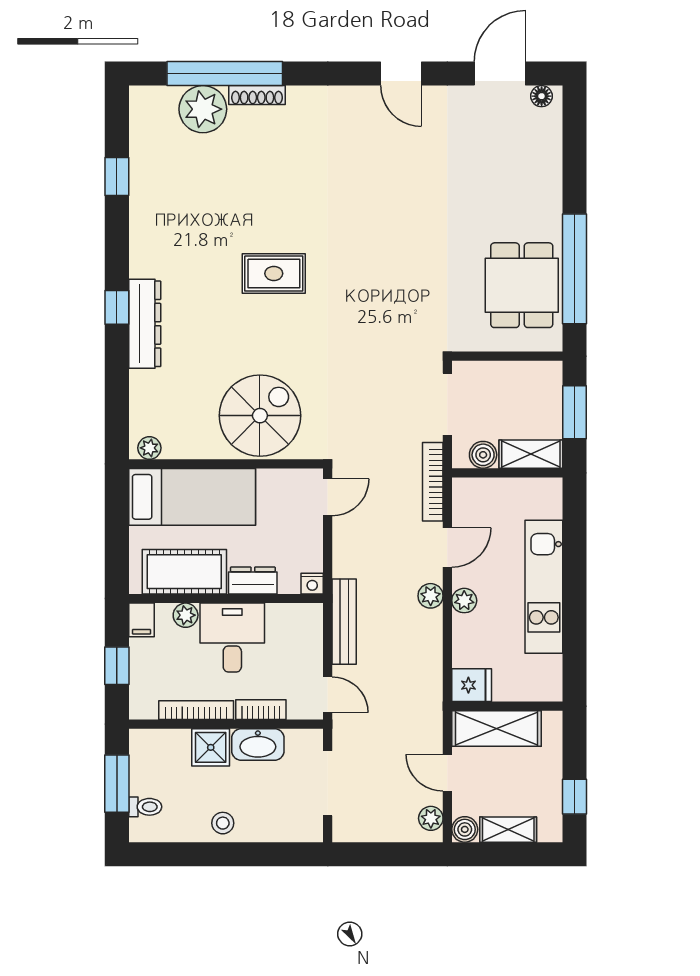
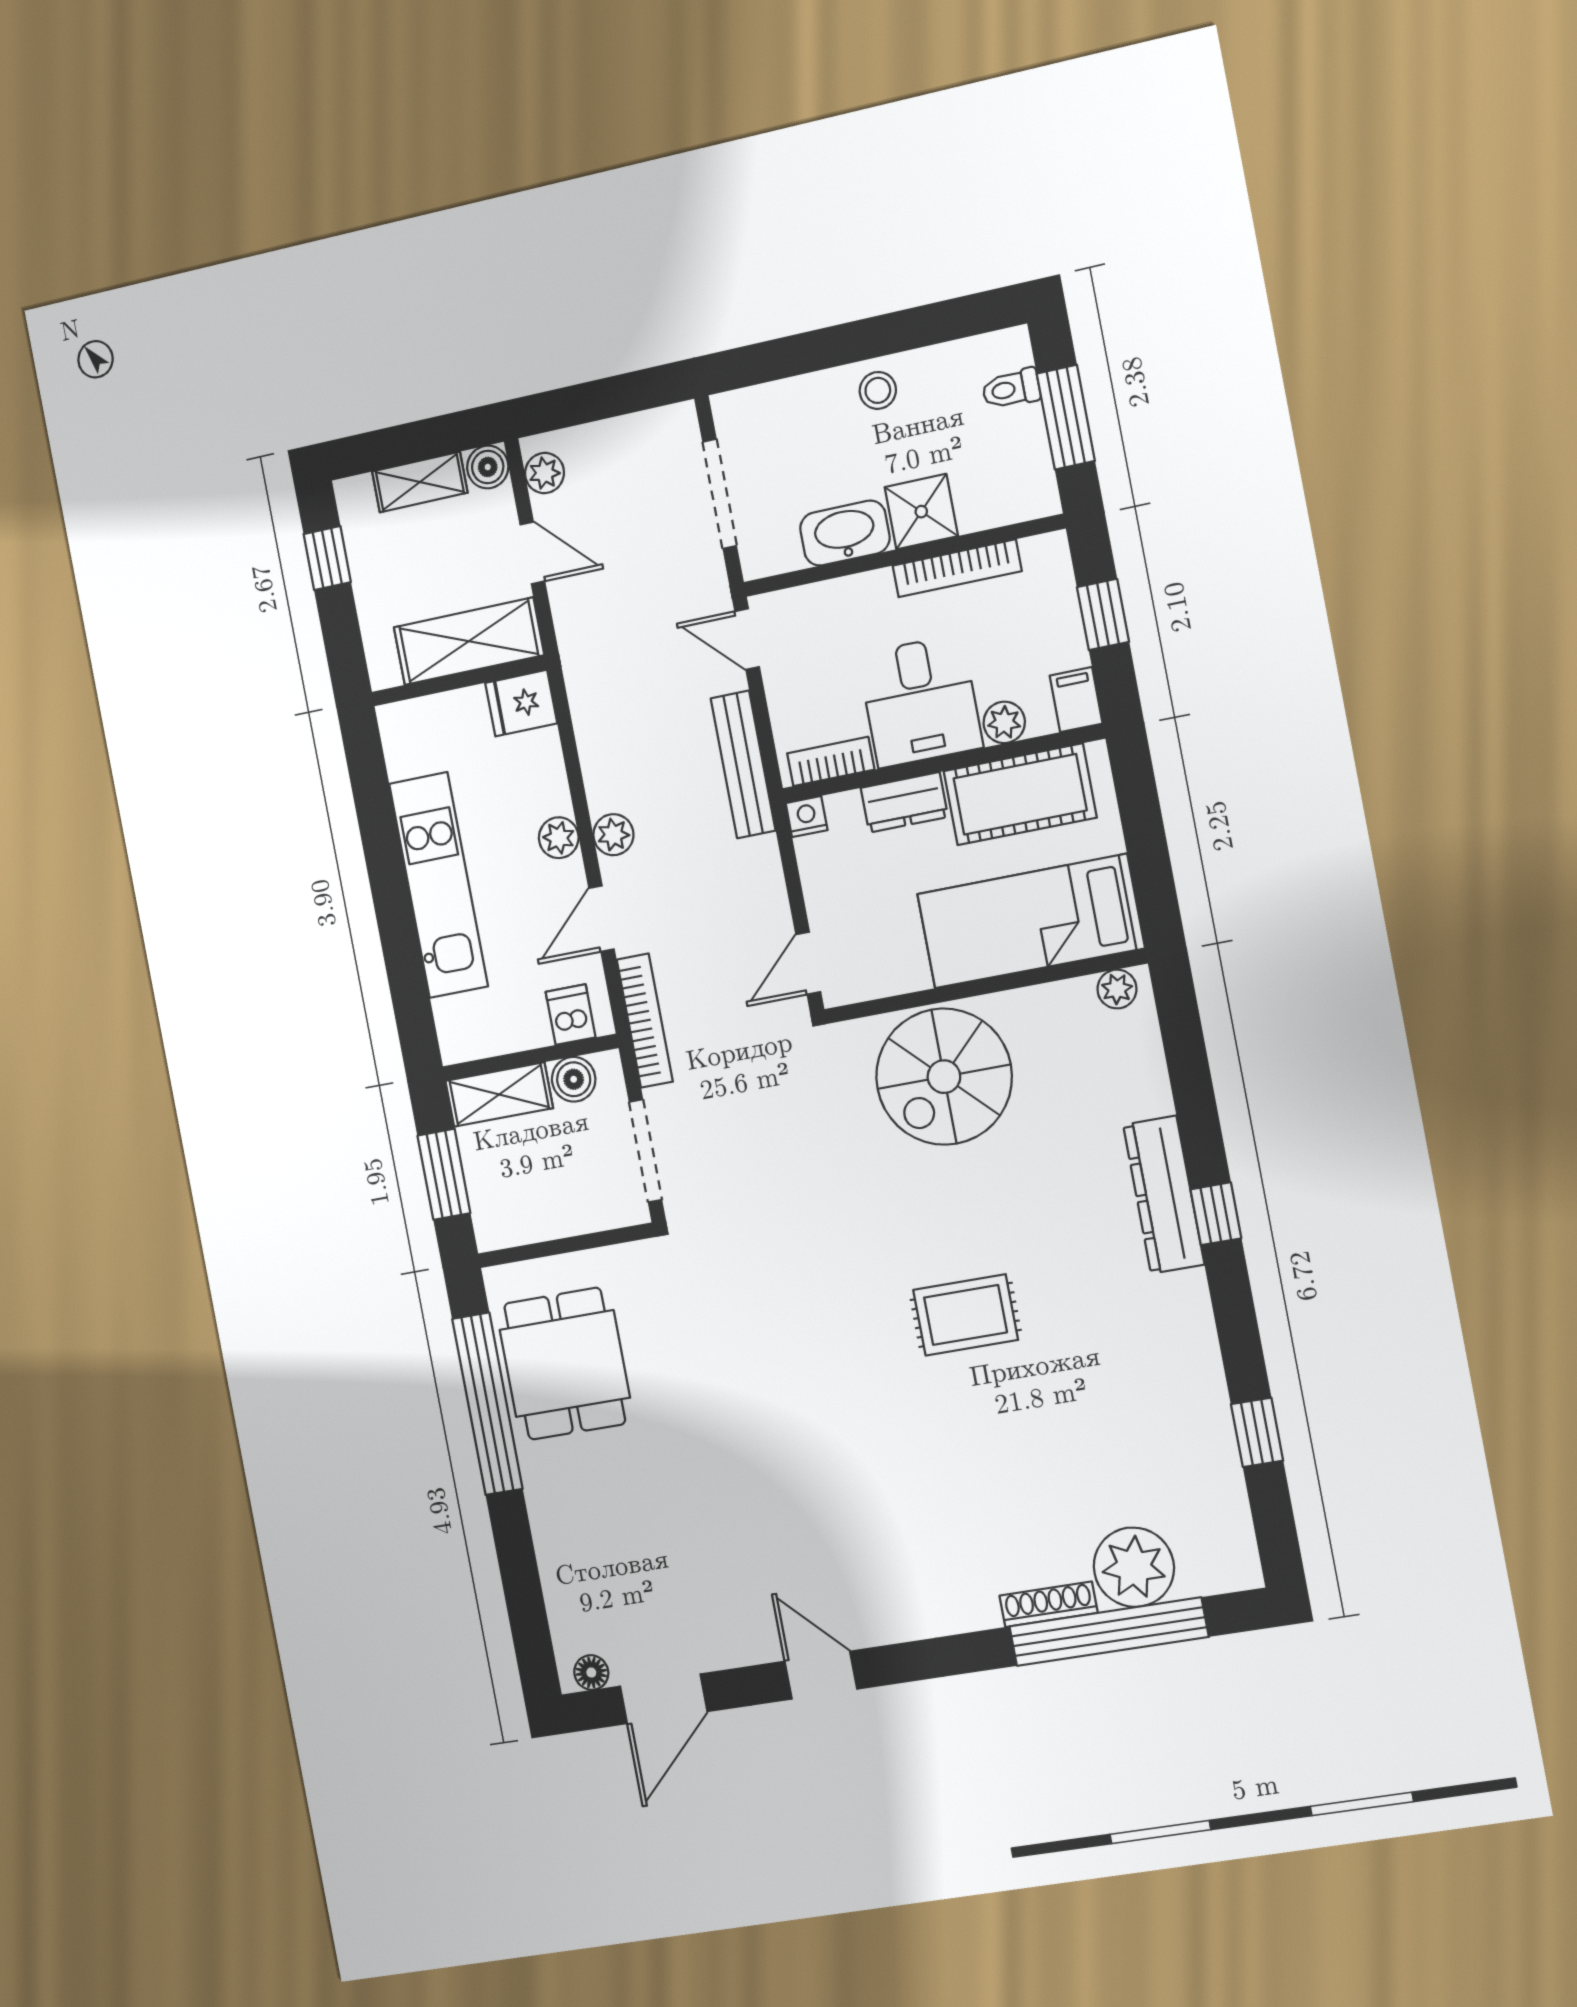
dishwasher: (477, 494) -> (571, 1015), added
bookcase: (261, 710) -> (831, 762), moved, turned 180

